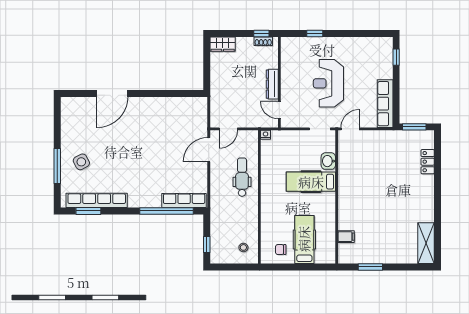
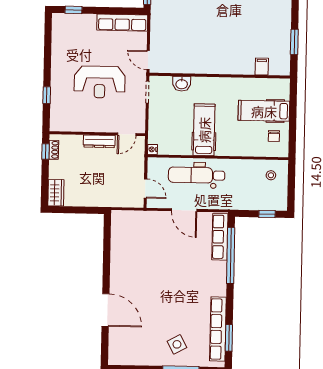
door: (209, 150) -> (184, 210), moved
dental chair: (242, 177) -> (197, 175), width x1.36, depth x1.38
hospital bed: (311, 182) -> (204, 130), moved, turned 180

